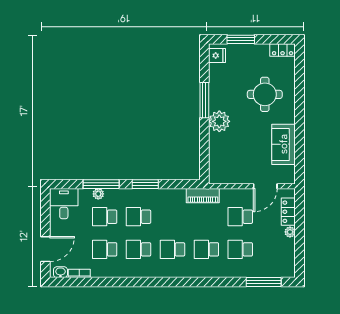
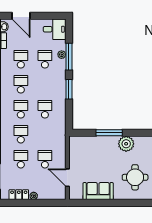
window: (204, 100) -> (109, 133), moved
plant: (219, 121) -> (126, 144), moved
piano: (203, 196) -> (60, 132), removed
locker: (288, 212) -> (19, 195), moved
school desk: (139, 217) -> (45, 109), moved

